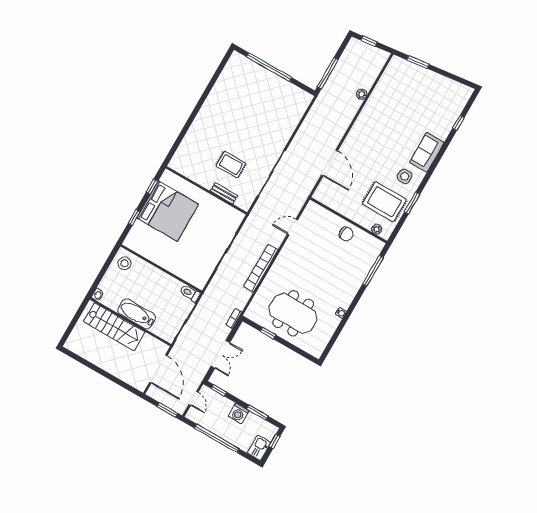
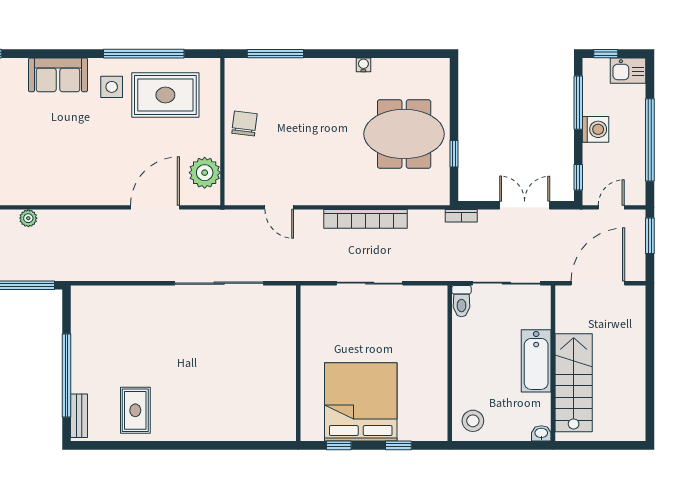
rug: (231, 165) -> (135, 410), moved
bench: (224, 193) -> (79, 416), moved
rug: (384, 202) -> (165, 95), turned 90
window: (412, 203) -> (144, 54), width x2.11
plant: (377, 229) -> (205, 173), moved, width x1.88, depth x1.88
meeting table: (293, 313) -> (404, 134), turned 90
window: (257, 413) -> (578, 103), width x1.44

